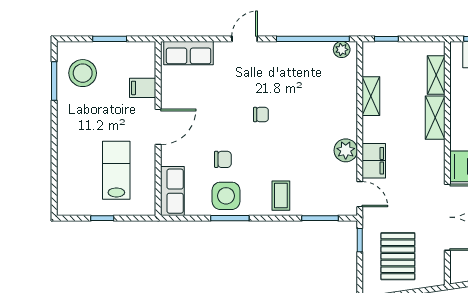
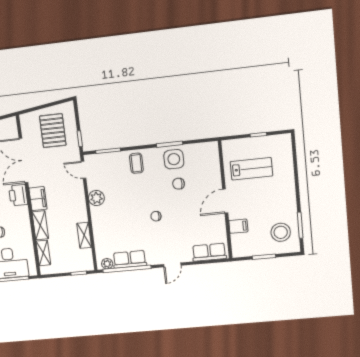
filing cabinet: (374, 161) -> (38, 199), moved, turned 180
lab bench: (116, 170) -> (251, 169), turned -90
row of seats: (172, 191) -> (130, 259), moved, turned 90

